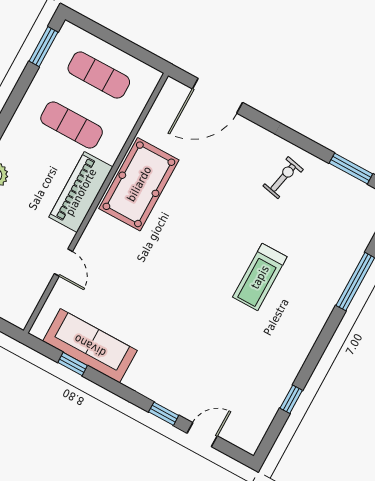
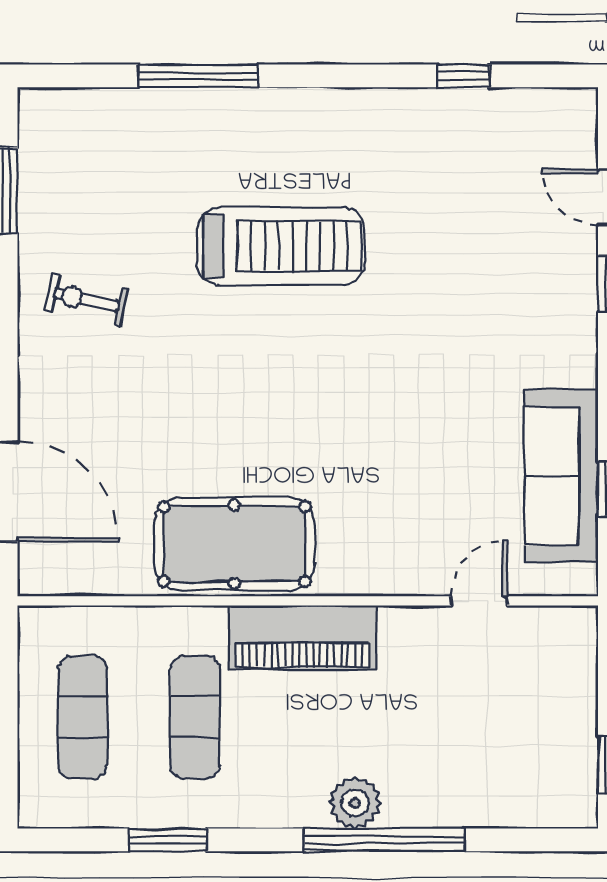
window: (44, 47) -> (168, 840), moved
door: (63, 263) -> (479, 601), moved
treadmill: (260, 277) -> (281, 246), width x1.37, depth x1.38

